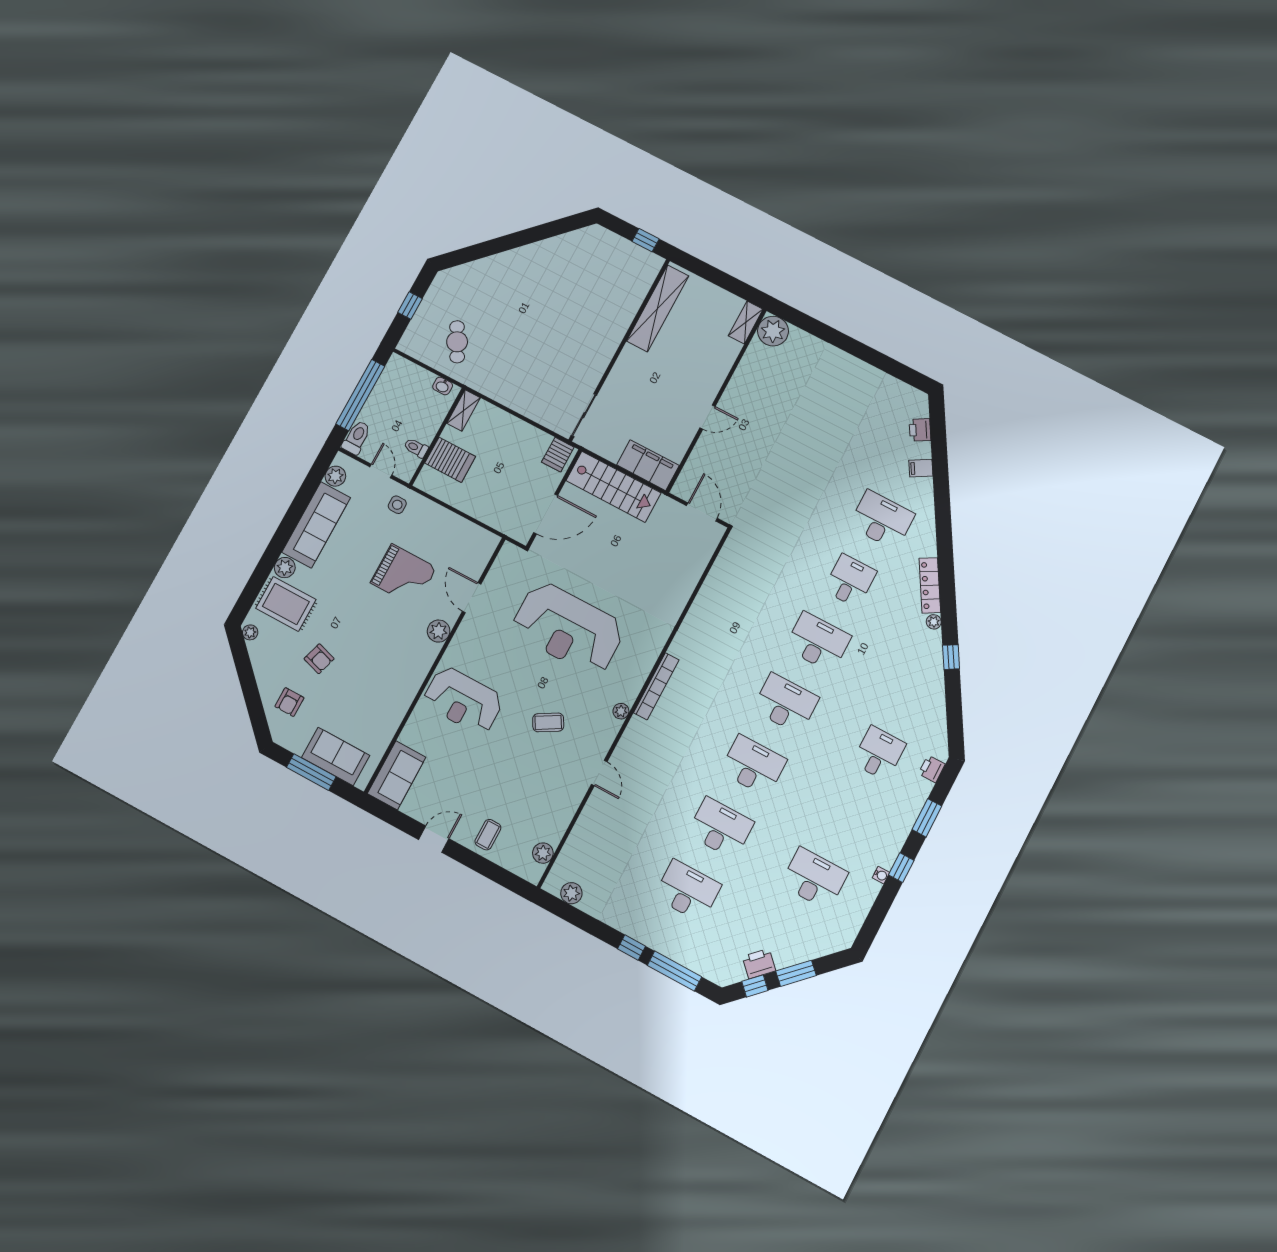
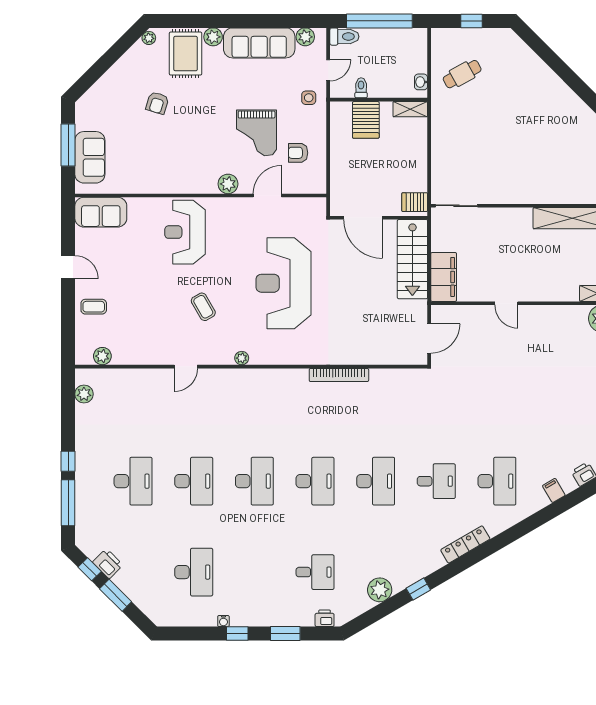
plant: (934, 622) -> (380, 590), moved, width x1.87, depth x1.87
bookcase: (656, 686) -> (339, 375), moved
armchair: (289, 702) -> (298, 153), moved

